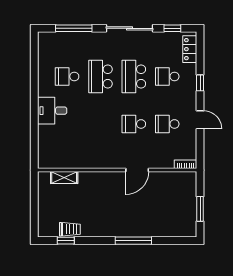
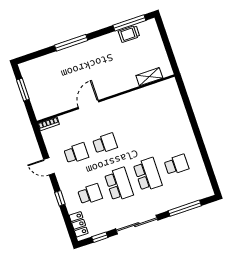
desk: (52, 111) -> (179, 131), removed
window: (66, 241) -> (129, 23), width x2.17

